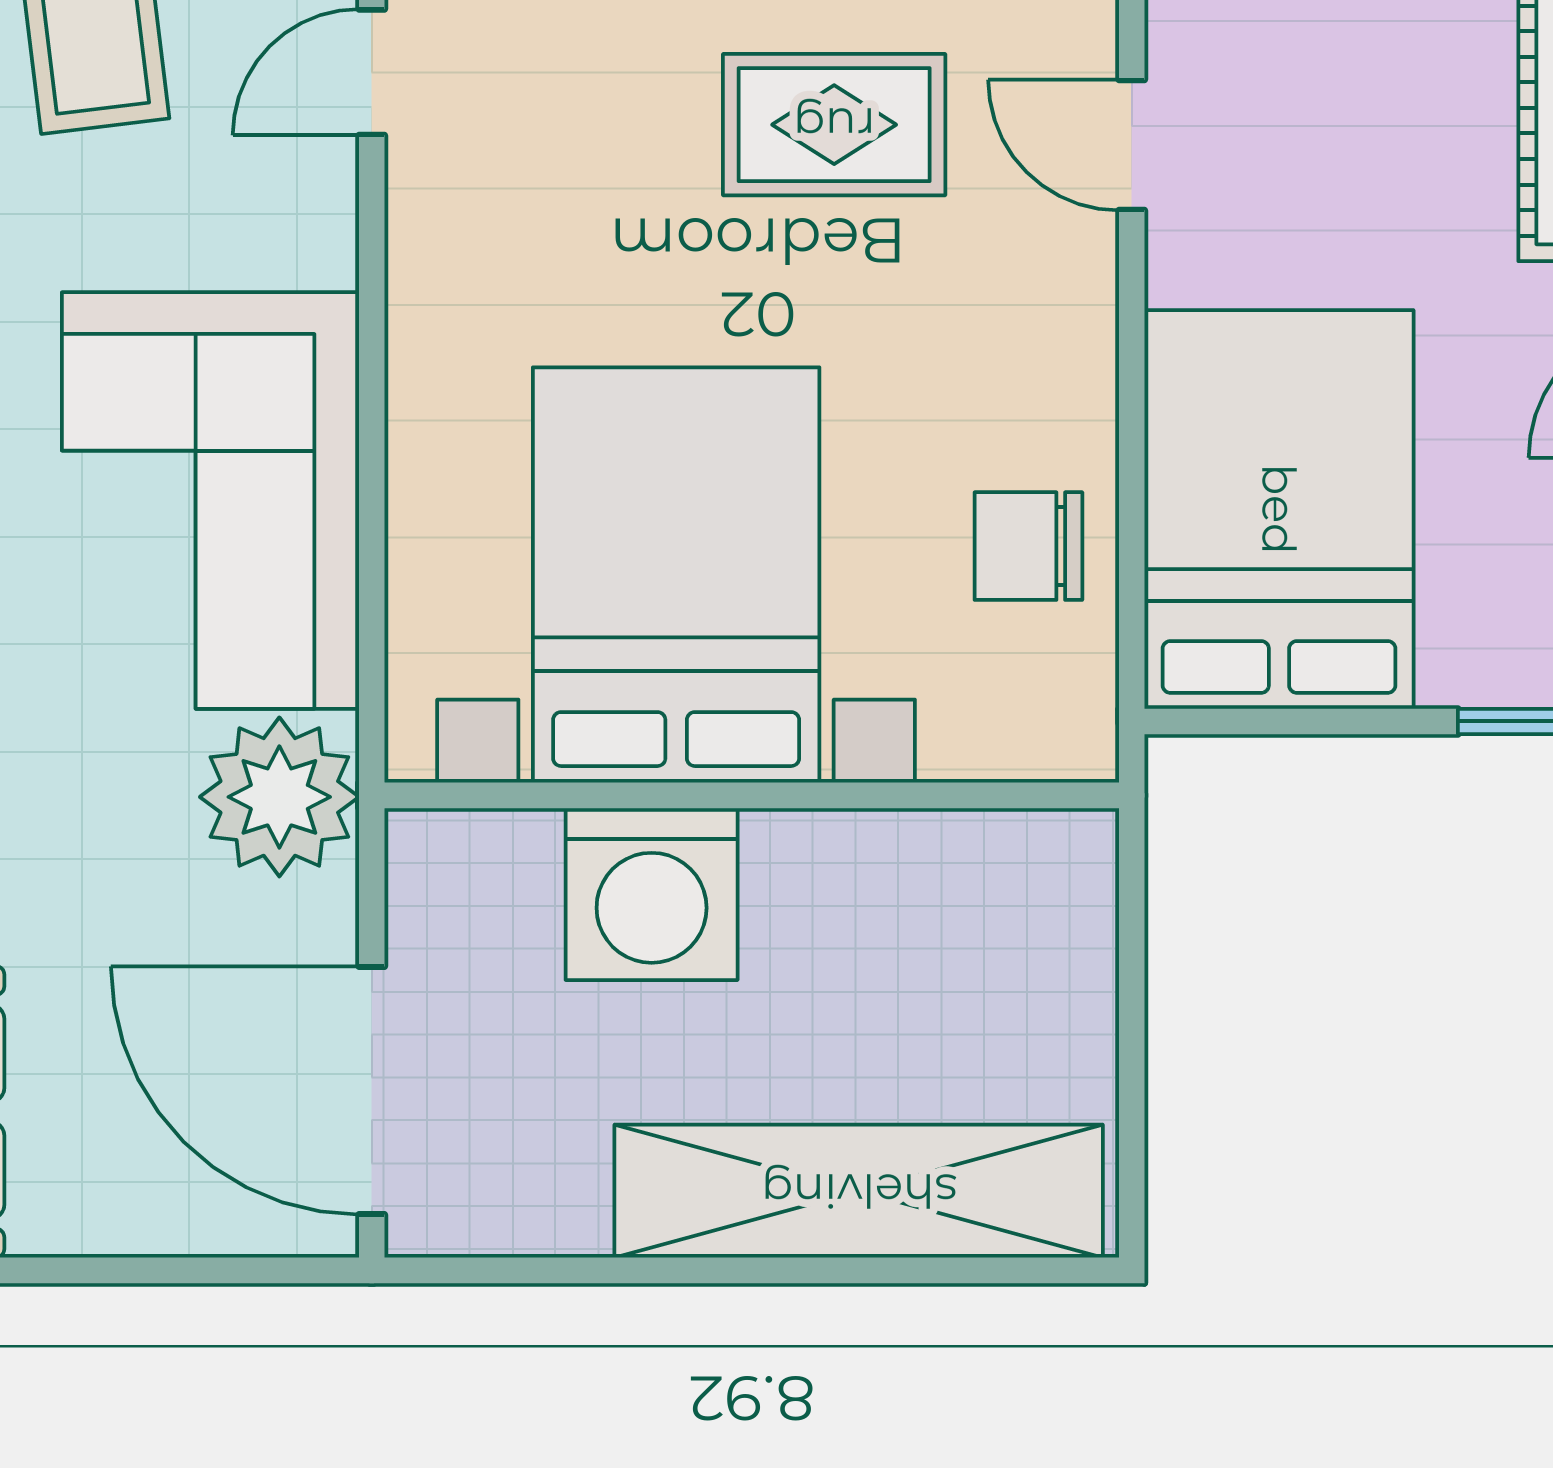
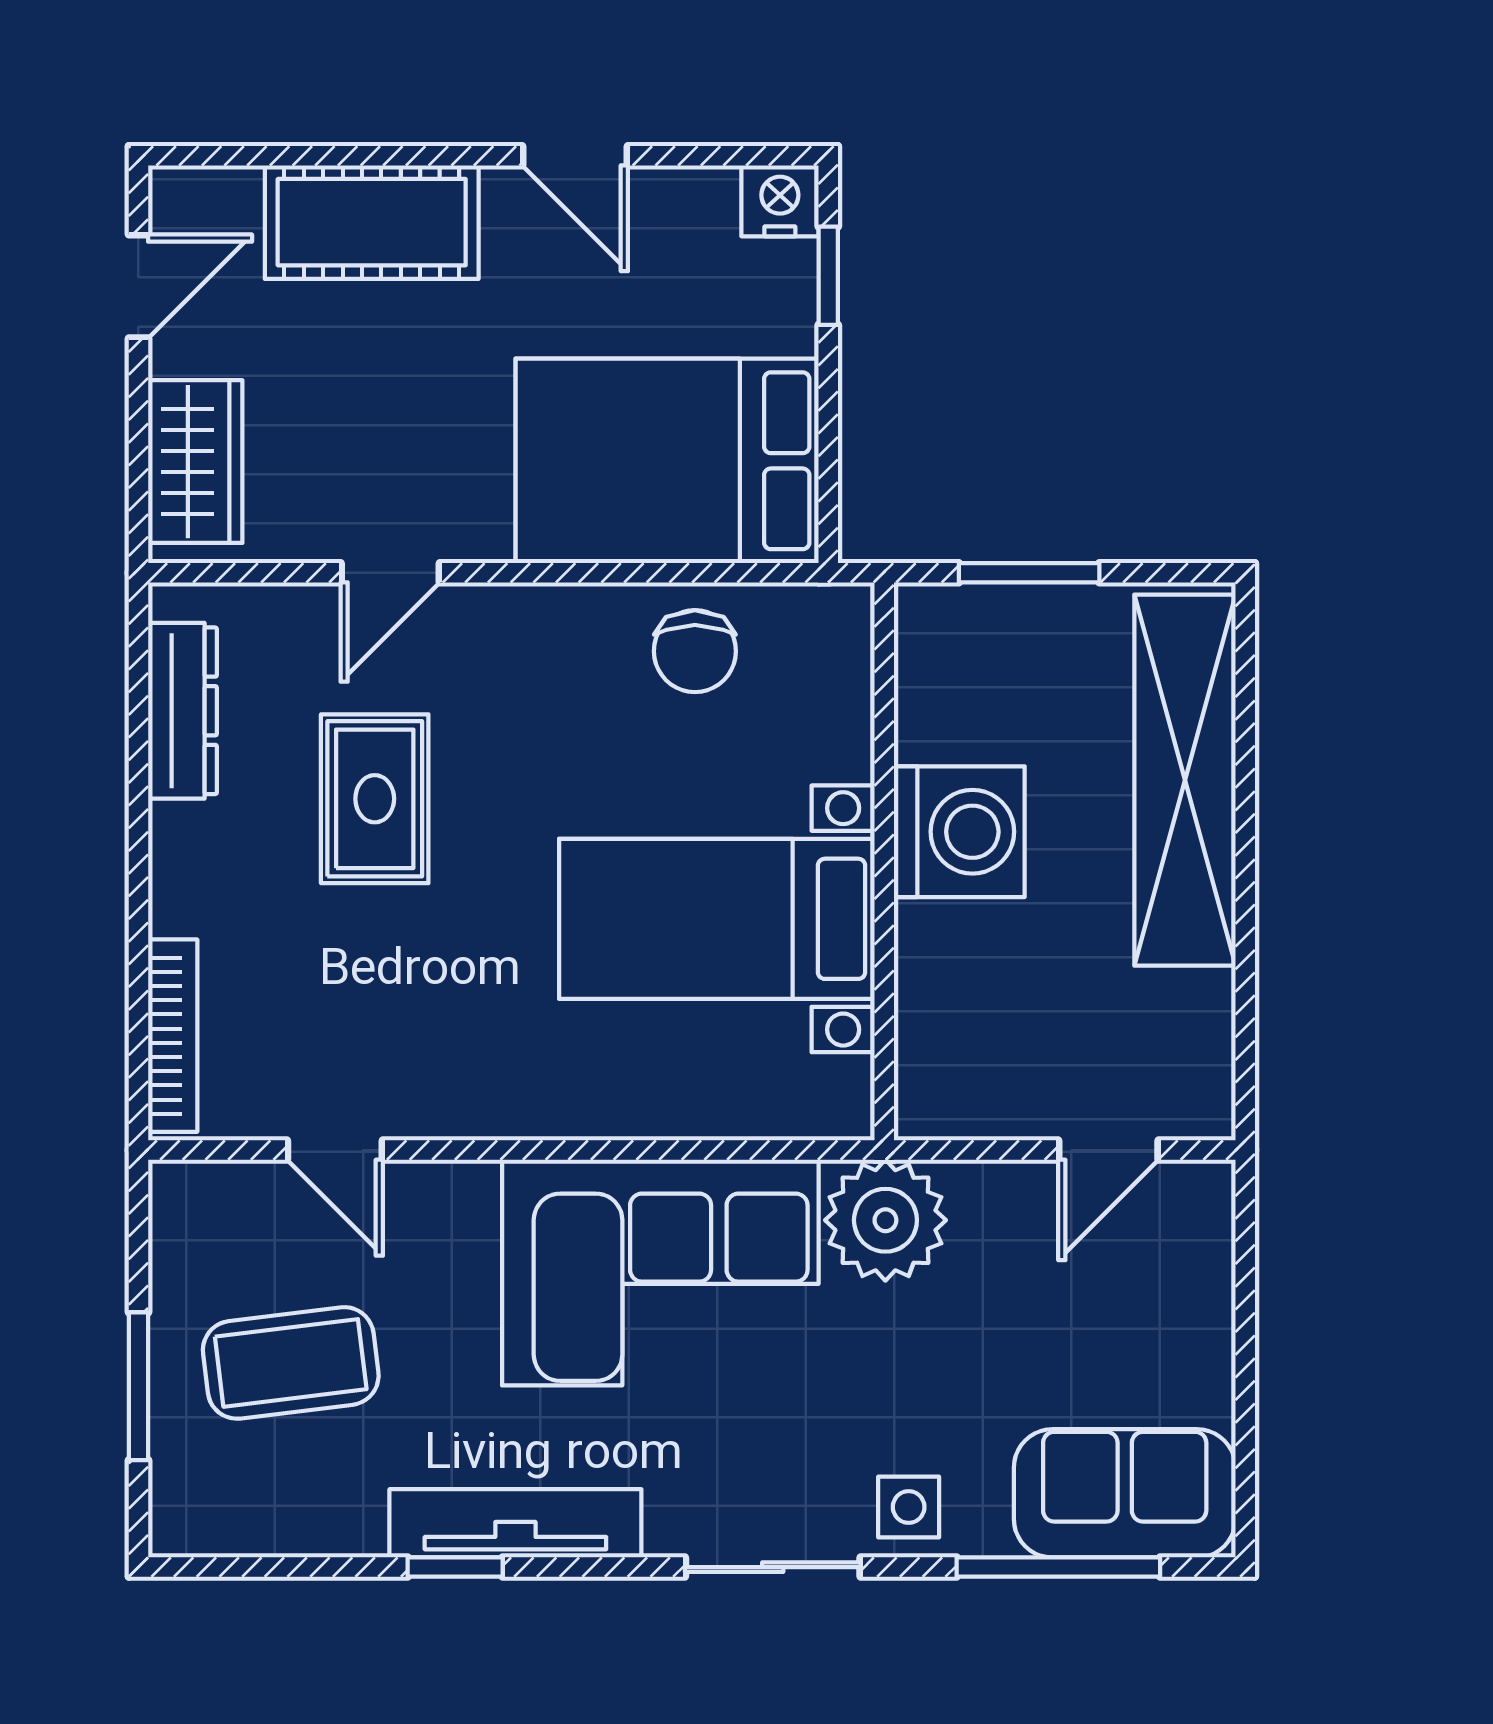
bed with nightstands: (676, 575) -> (717, 919), width x0.73
washing machine: (652, 894) -> (959, 832), moved
window: (1132, 986) -> (1029, 573), added
door: (372, 1090) -> (1108, 1150), width x0.53

